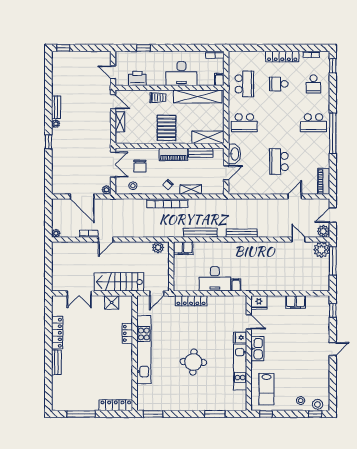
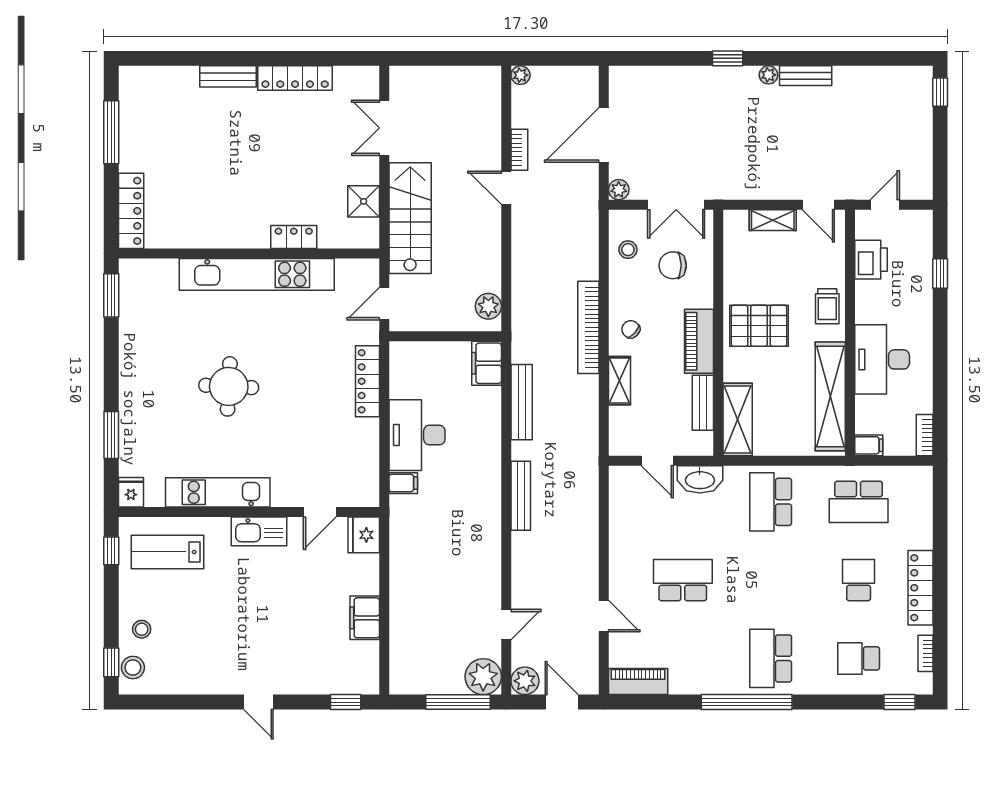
door: (113, 102) -> (818, 205), hinge flipped
door: (157, 293) -> (384, 304), hinge flipped
fridge: (240, 338) -> (131, 492), moved

